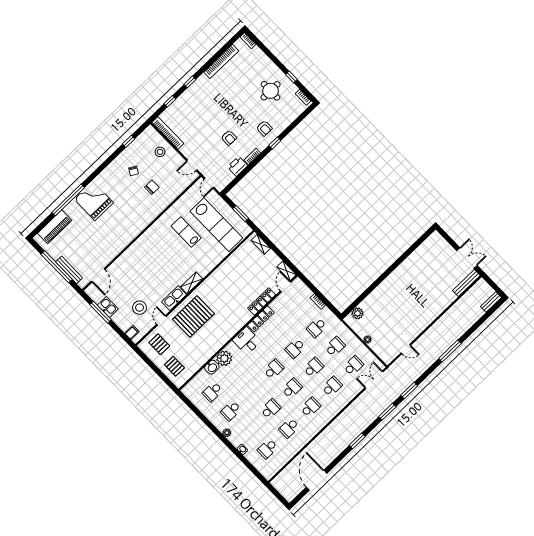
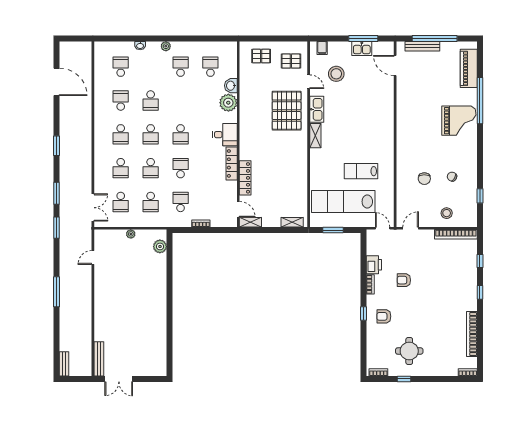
lab bench: (186, 232) -> (361, 171), turned 180

